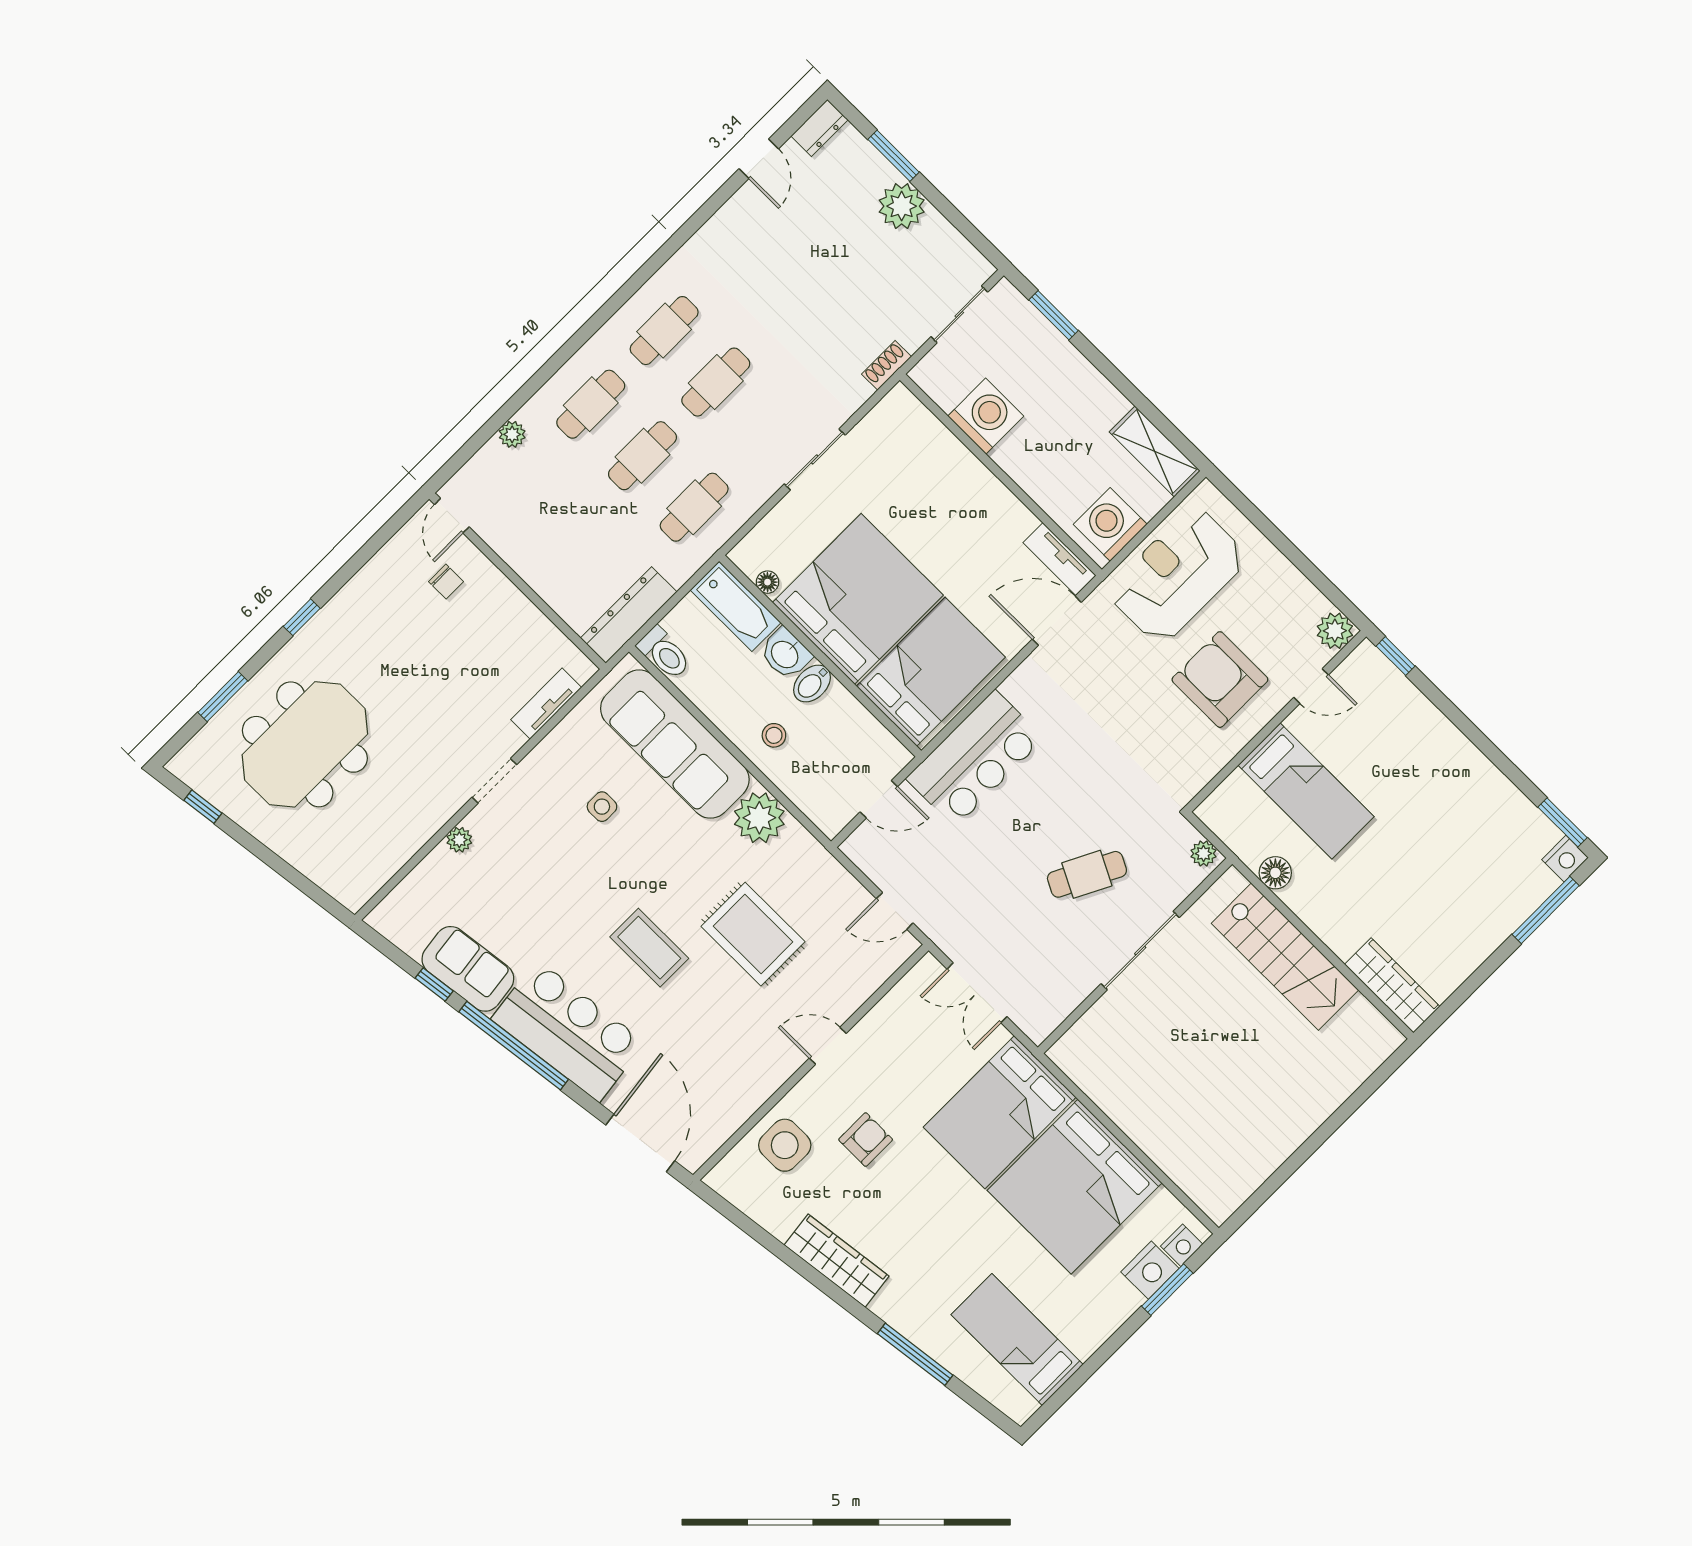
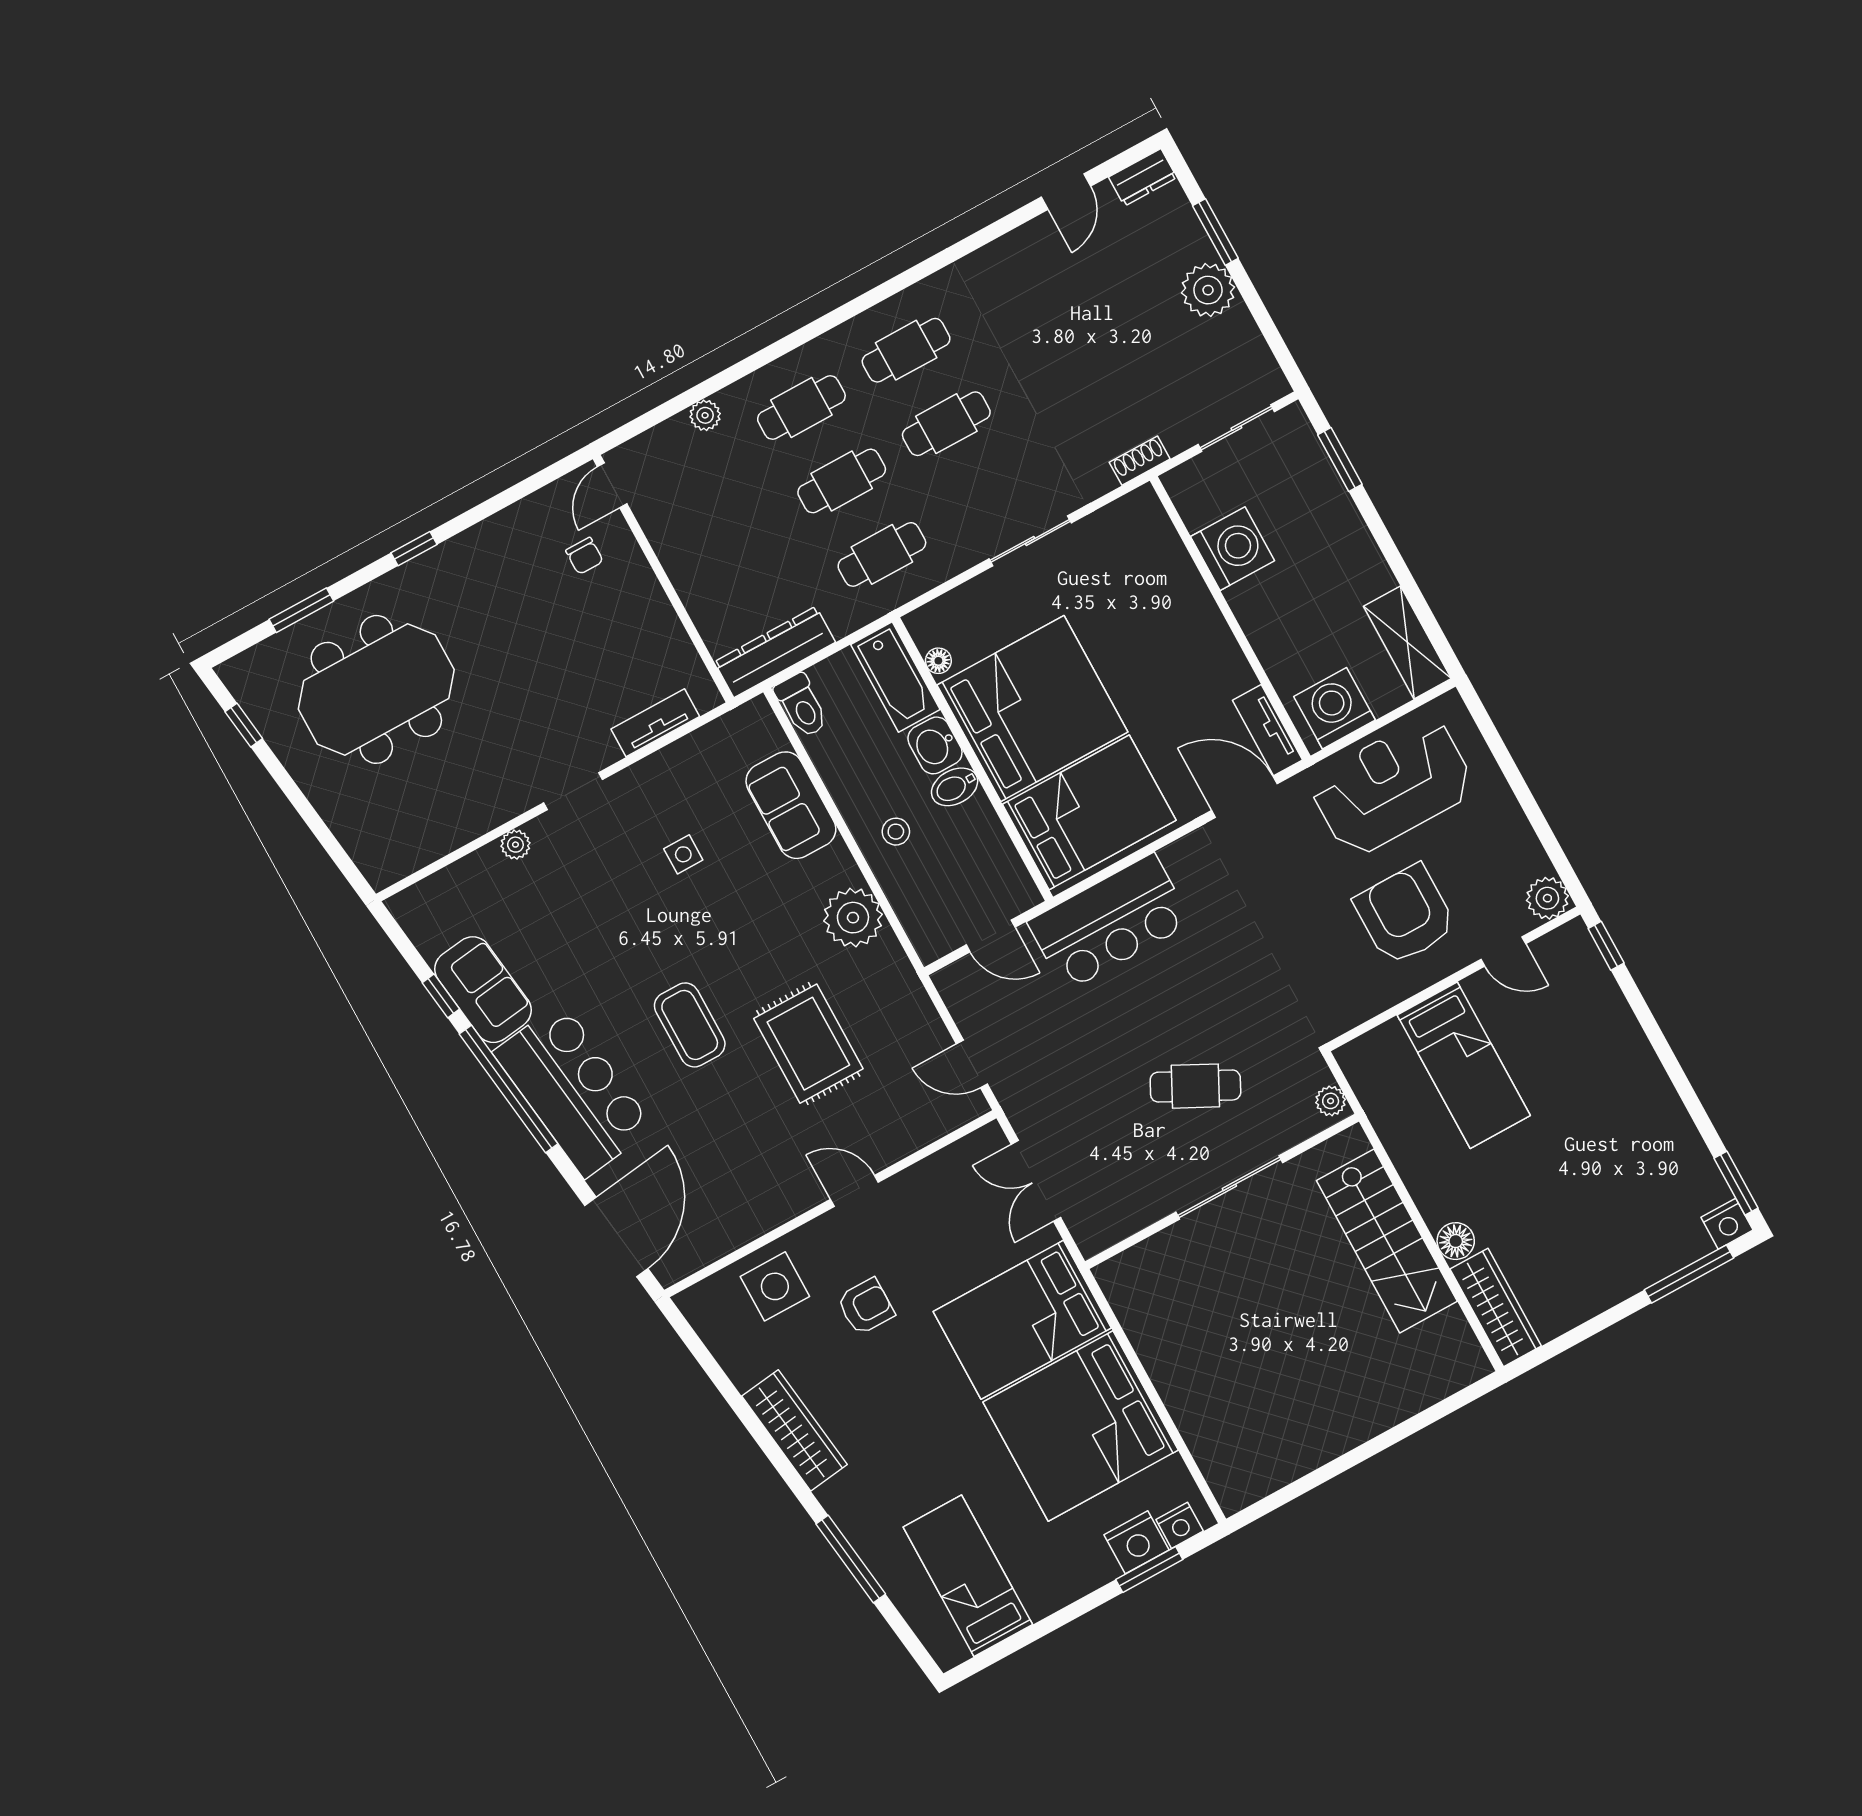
sofa: (675, 744) -> (791, 805), width x0.54, depth x0.79
floor lamp: (1275, 873) -> (1456, 1241), moved

